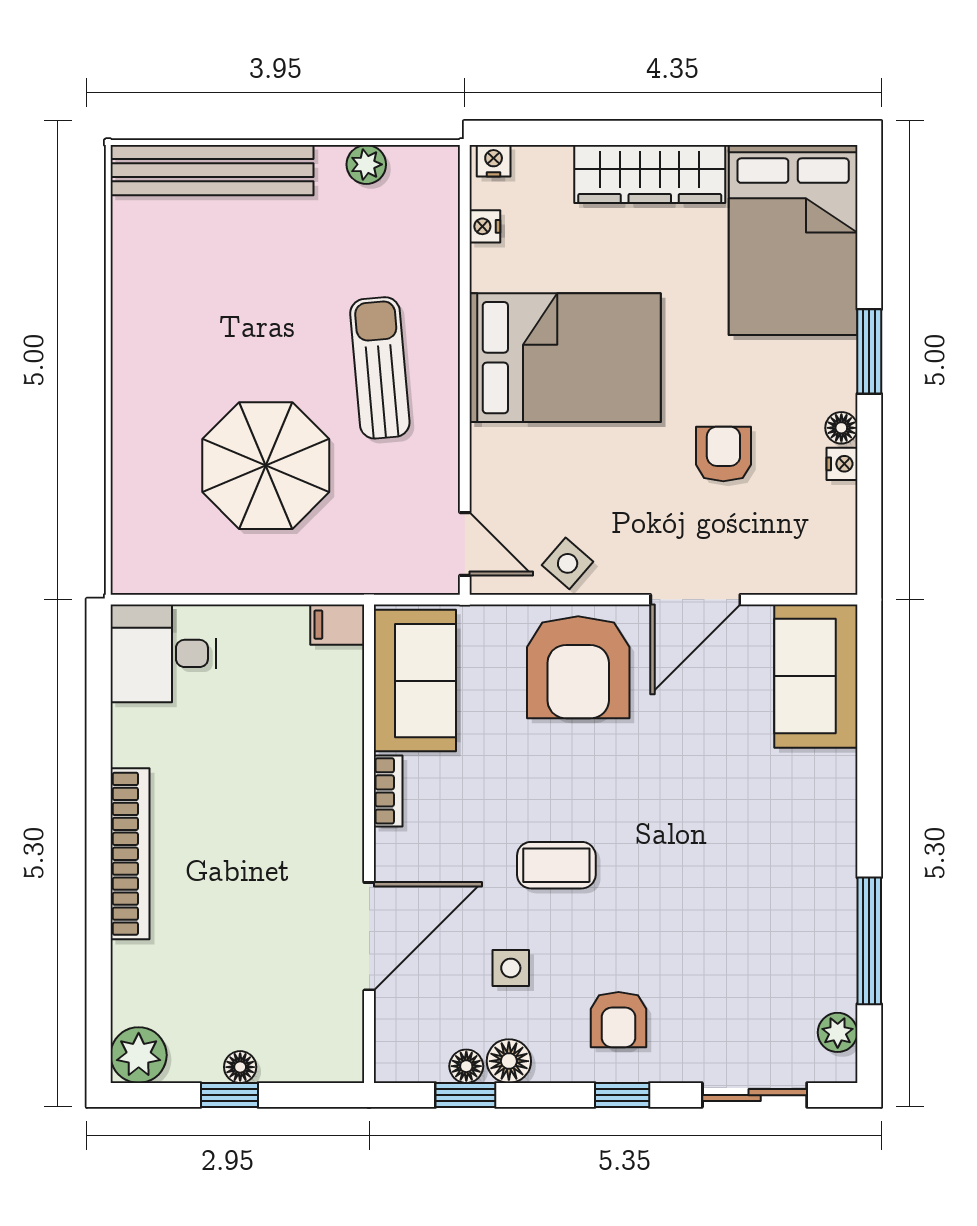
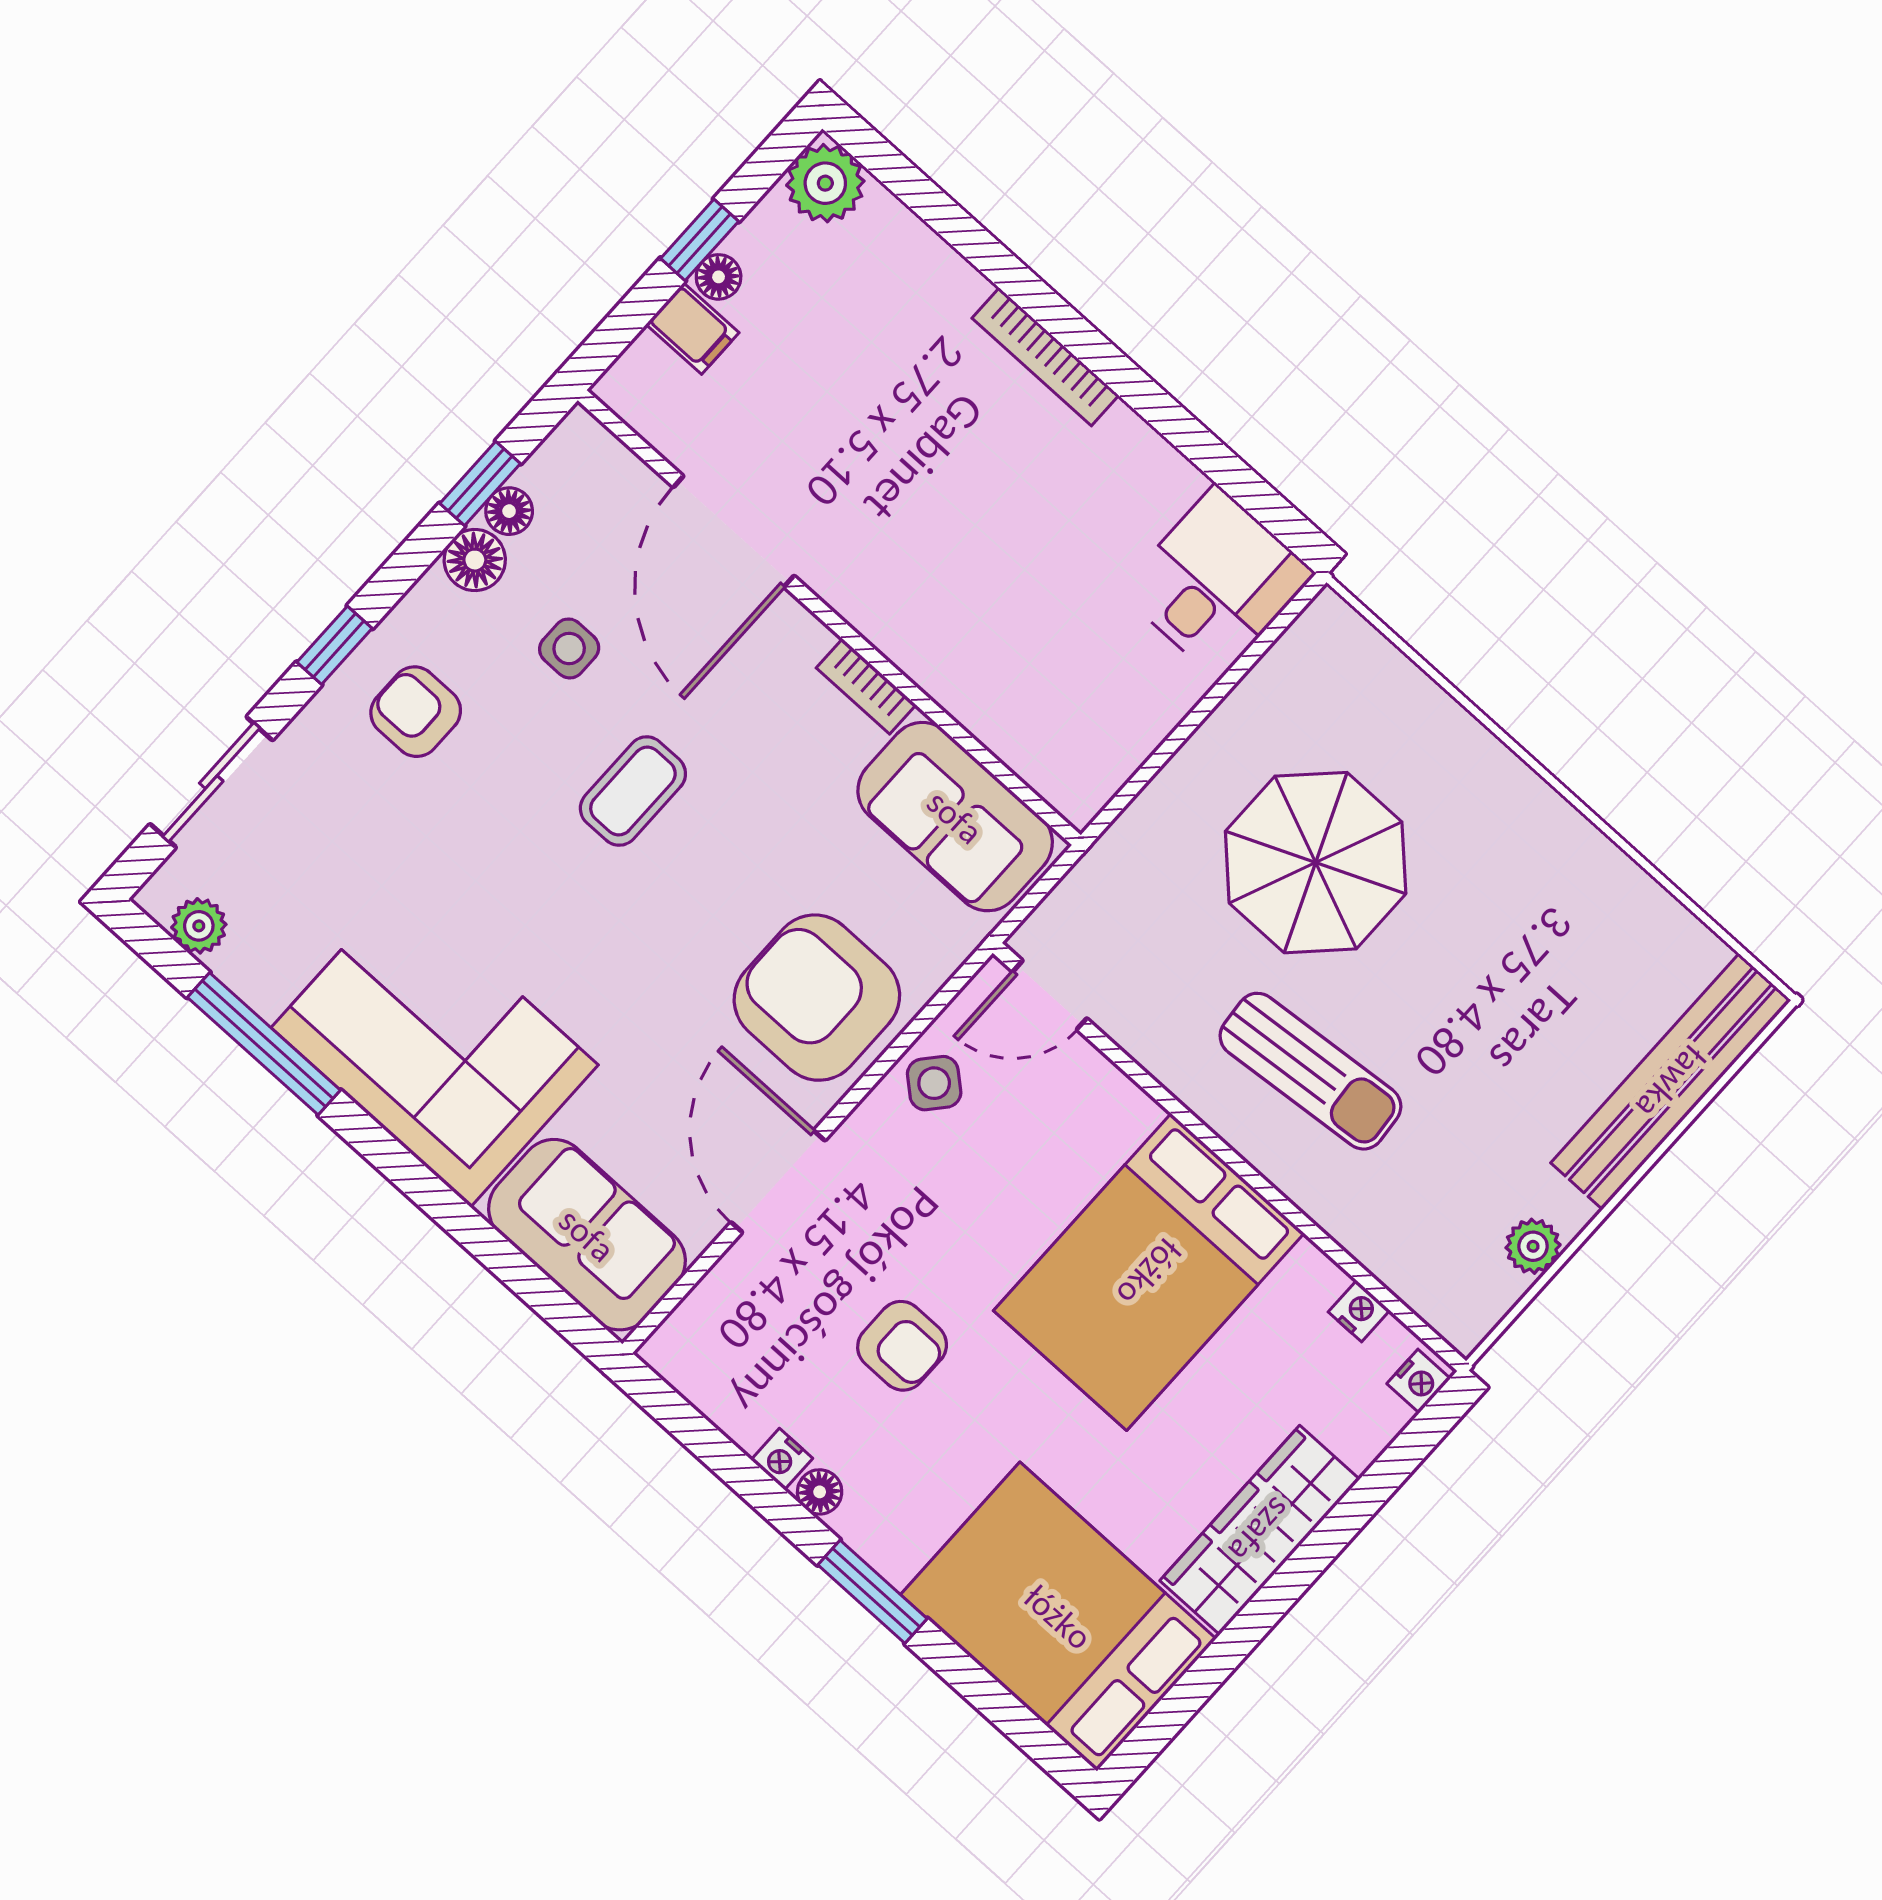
filing cabinet: (337, 625) -> (693, 328), moved, turned 90
corner sofa: (788, 848) -> (435, 1046), added
bookcase: (130, 854) -> (1045, 357), width x0.68, depth x0.76

